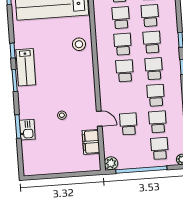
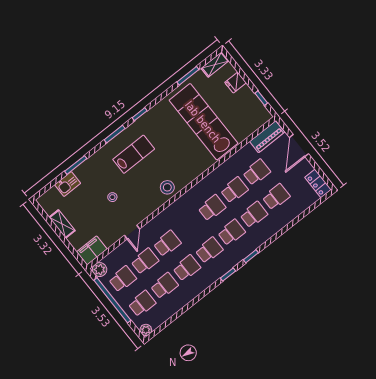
stool: (79, 44) -> (167, 187), moved
lab bench: (26, 67) -> (134, 154), moved, turned 180
school desk: (125, 71) -> (167, 243), moved
kitchen sink: (27, 130) -> (68, 184), moved
filing cabinet: (91, 142) -> (92, 250), moved
school desk: (130, 151) -> (123, 279), added
shelving: (56, 168) -> (62, 224), added

